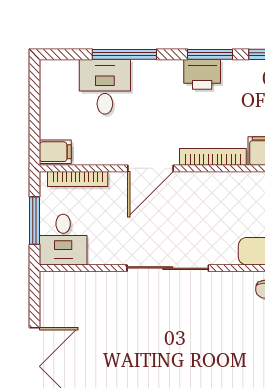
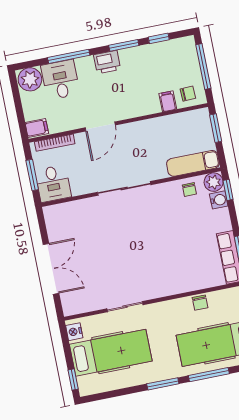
printer: (202, 74) -> (107, 62), moved
plant: (60, 77) -> (30, 79), added
bookcase: (213, 157) -> (139, 111), removed

